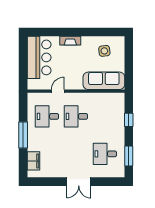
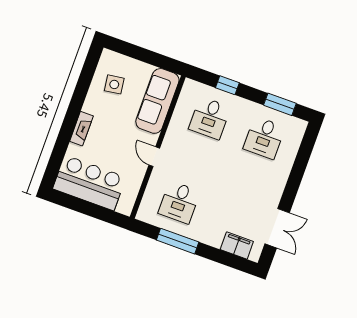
door: (58, 91) -> (154, 157), moved
desk: (76, 116) -> (210, 118), moved
window: (23, 135) -> (178, 241), moved
double door: (79, 182) -> (277, 228), moved

